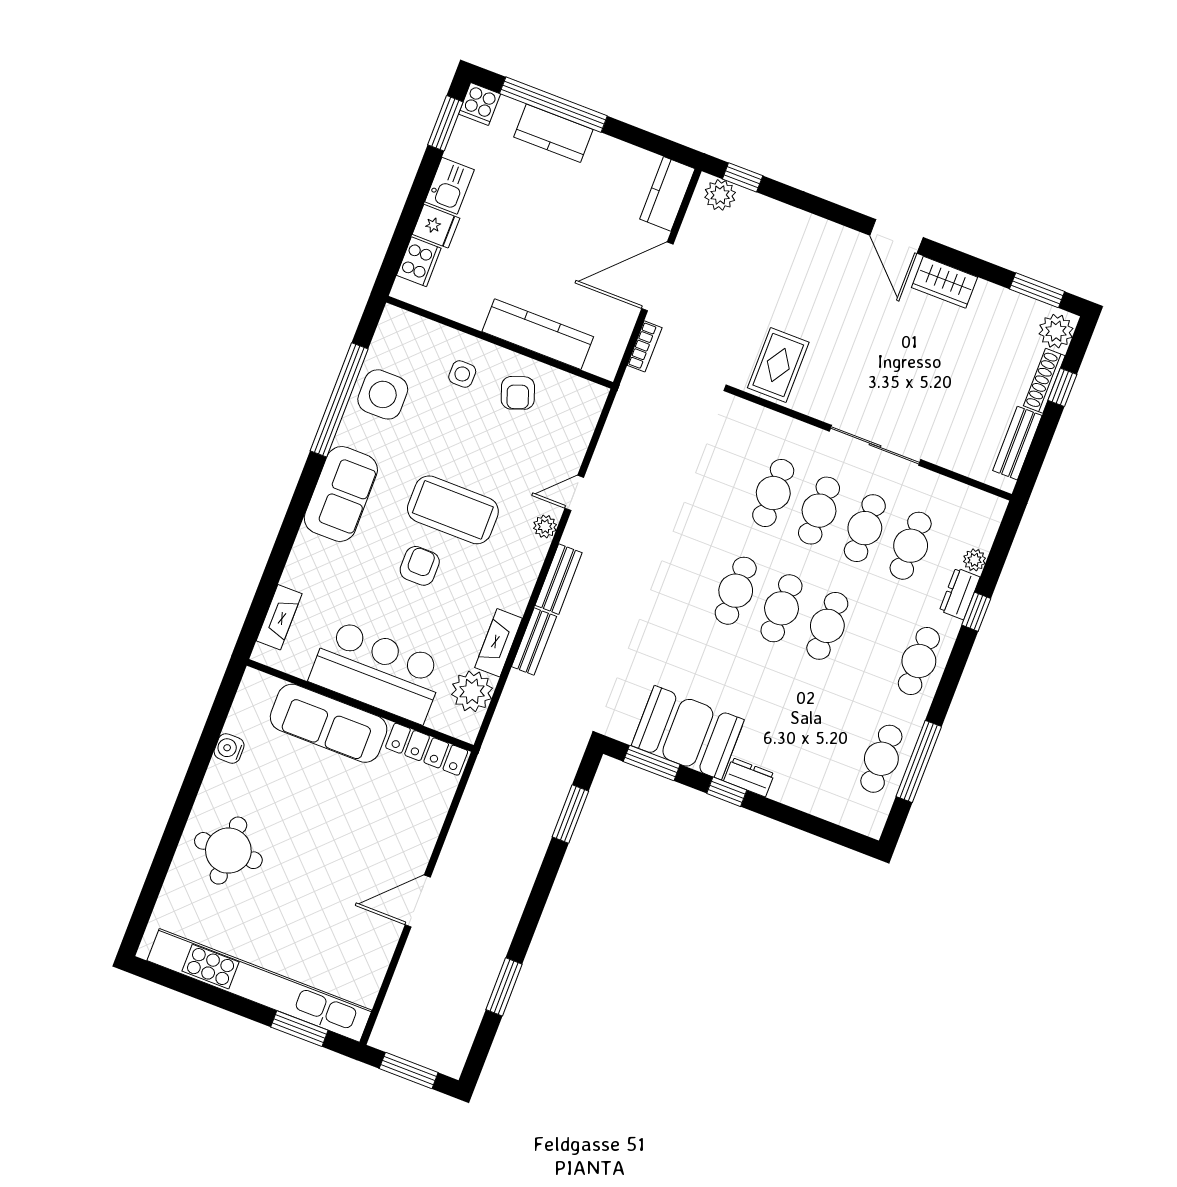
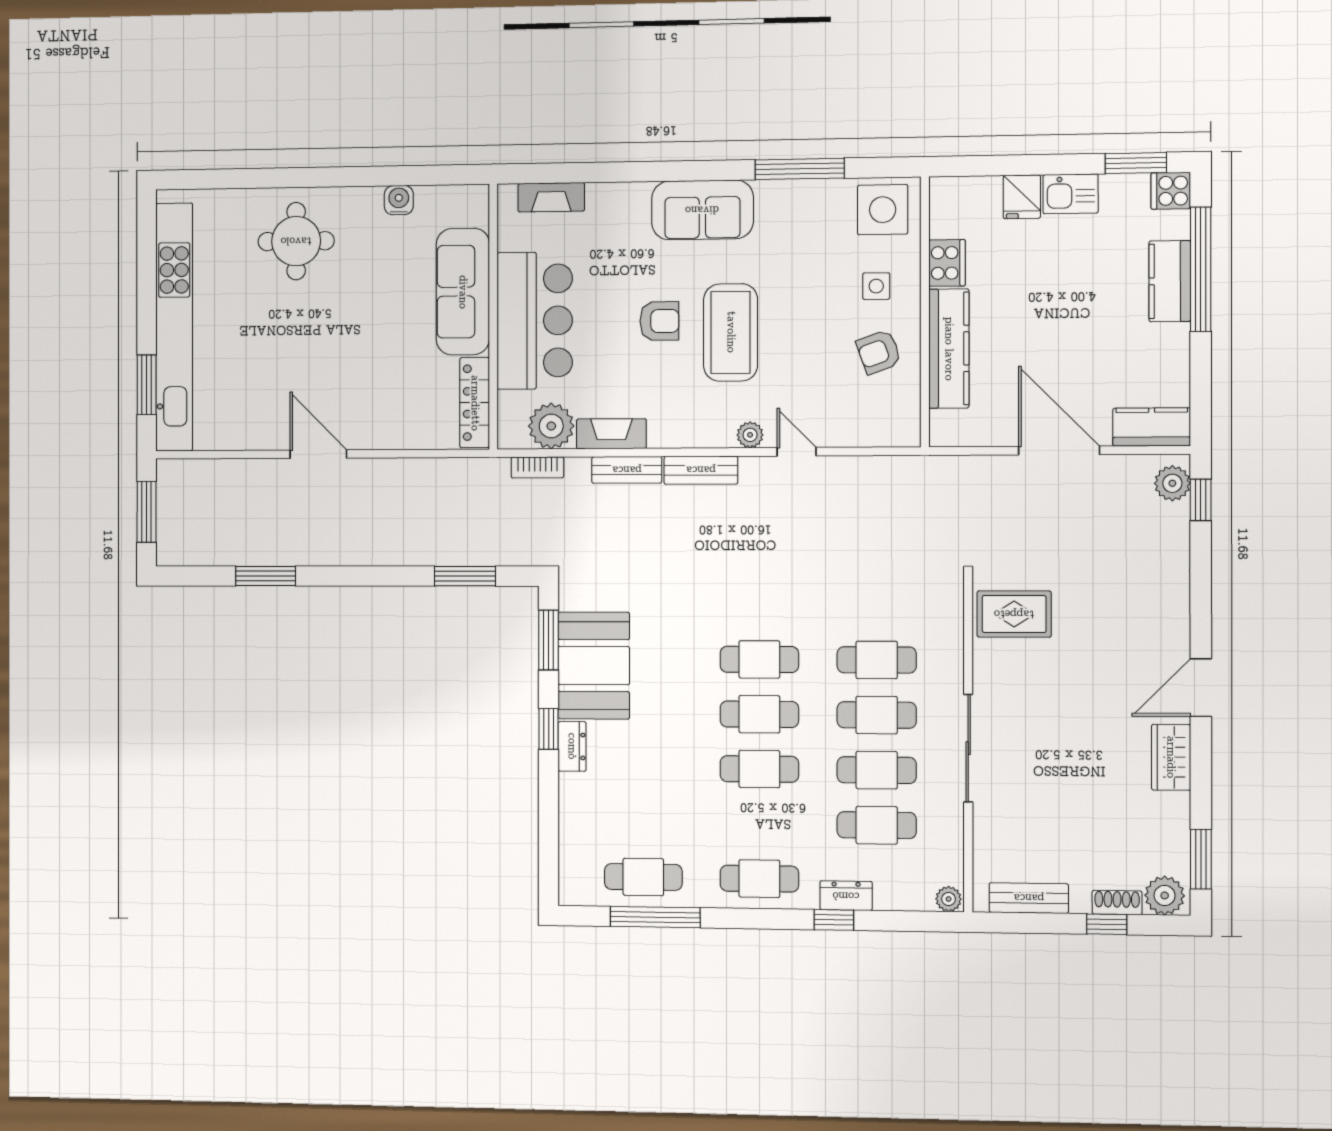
cooker: (419, 262) -> (947, 263), moved, turned -90
bookcase: (645, 346) -> (537, 468), moved
shoe rack: (1044, 381) -> (1117, 902), width x0.70
side table: (383, 394) -> (883, 210), moved
window: (339, 400) -> (800, 169), width x0.68
plant: (975, 560) -> (949, 899), moved

